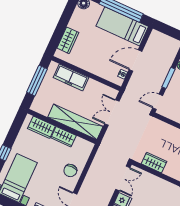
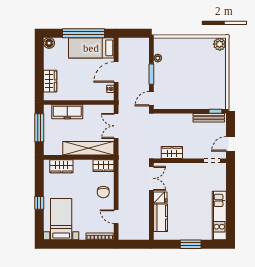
wardrobe: (64, 137) -> (104, 166), moved

